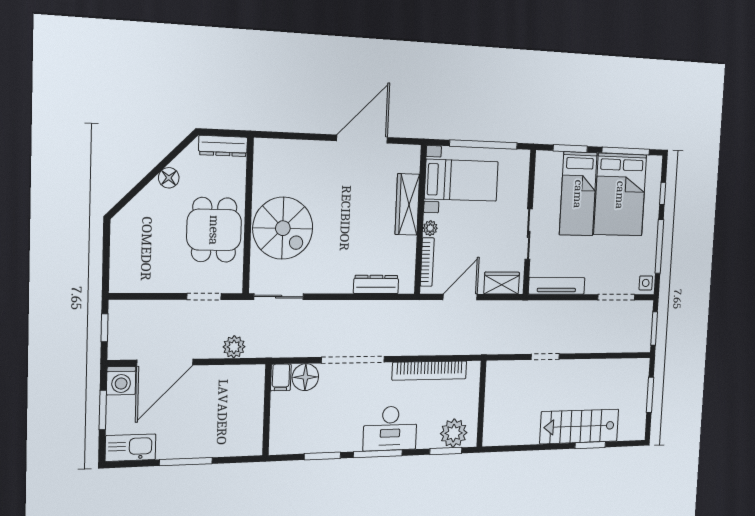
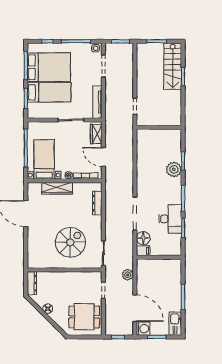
spiral stairs: (283, 228) -> (70, 242), moved
dining table: (214, 230) -> (84, 317), moved
bookcase: (429, 371) -> (141, 172), removed
wall: (482, 404) -> (159, 127), moved
stairs: (579, 426) -> (173, 66), moved
desk: (390, 428) -> (170, 219), moved
plant: (454, 433) -> (174, 169), moved

